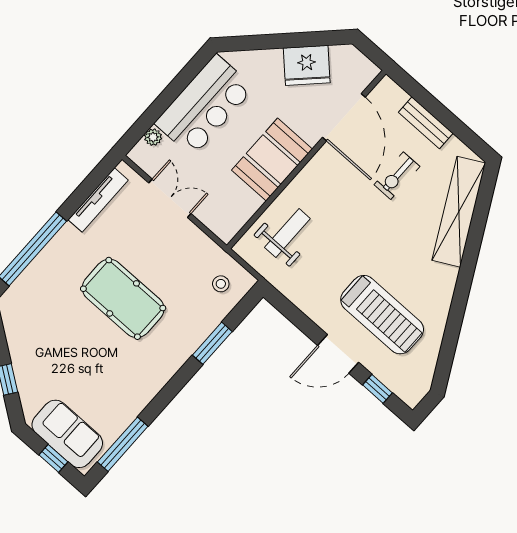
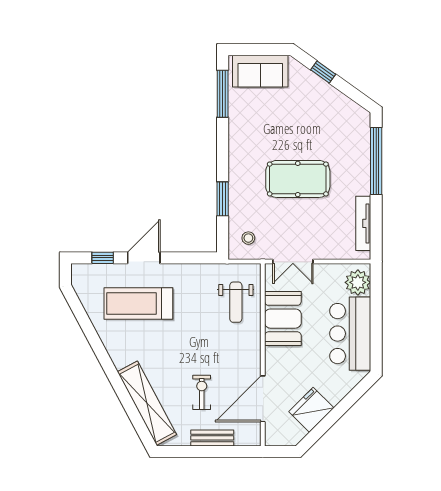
door: (344, 117) -> (263, 399), hinge flipped
plant: (153, 137) -> (358, 282), width x1.88, depth x1.88
booth: (272, 160) -> (283, 319), moved
double door: (170, 198) -> (293, 262), moved
window: (53, 458) -> (256, 50), removed

